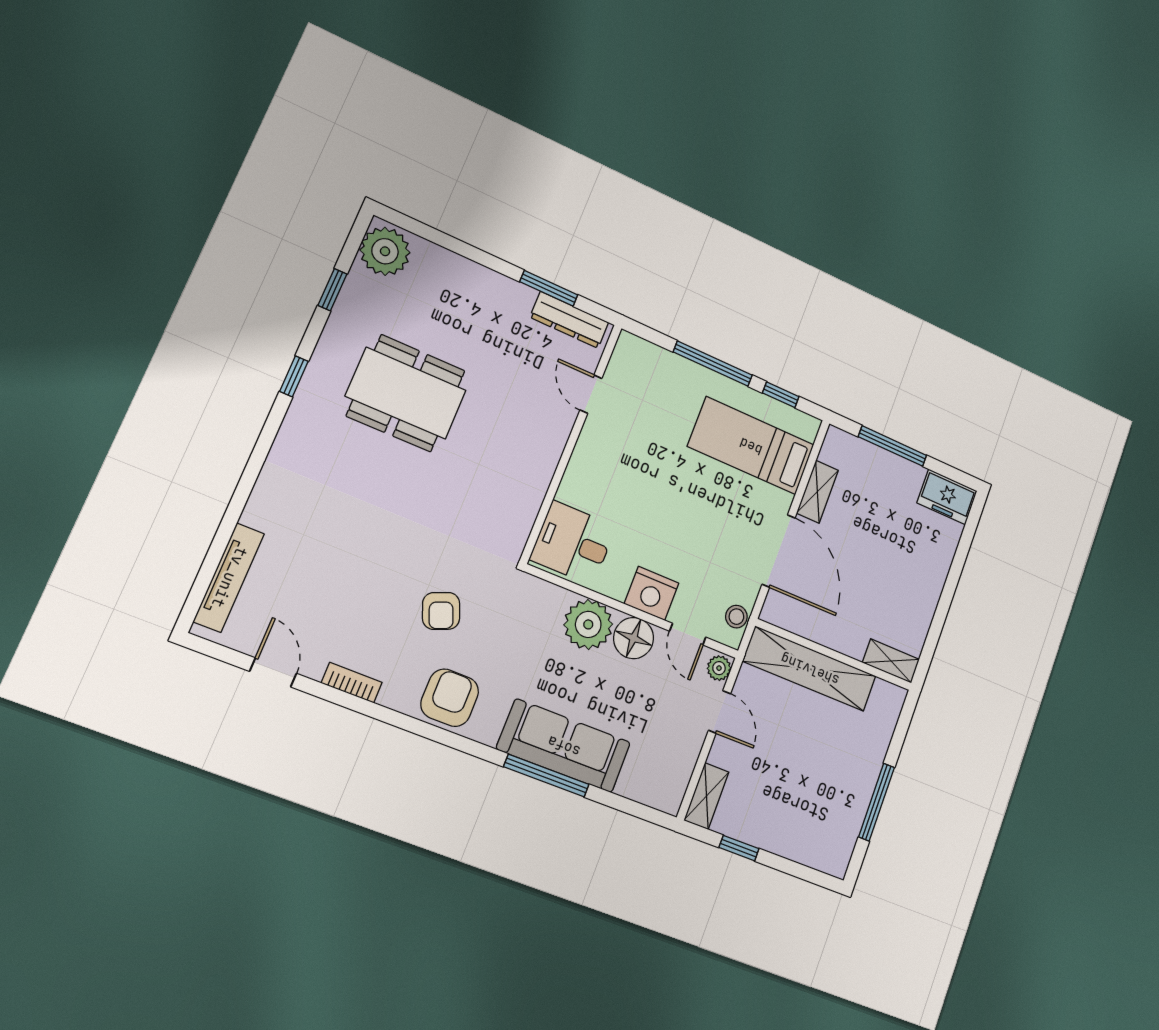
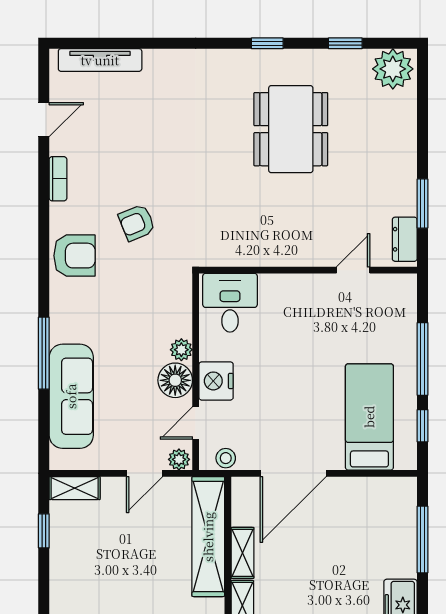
dresser: (569, 320) -> (405, 239), width x0.70
shelving: (817, 492) -> (242, 553), moved, turned 90
plant: (588, 624) -> (181, 350), width x0.53, depth x0.53
sofa: (564, 746) -> (71, 396), moved

